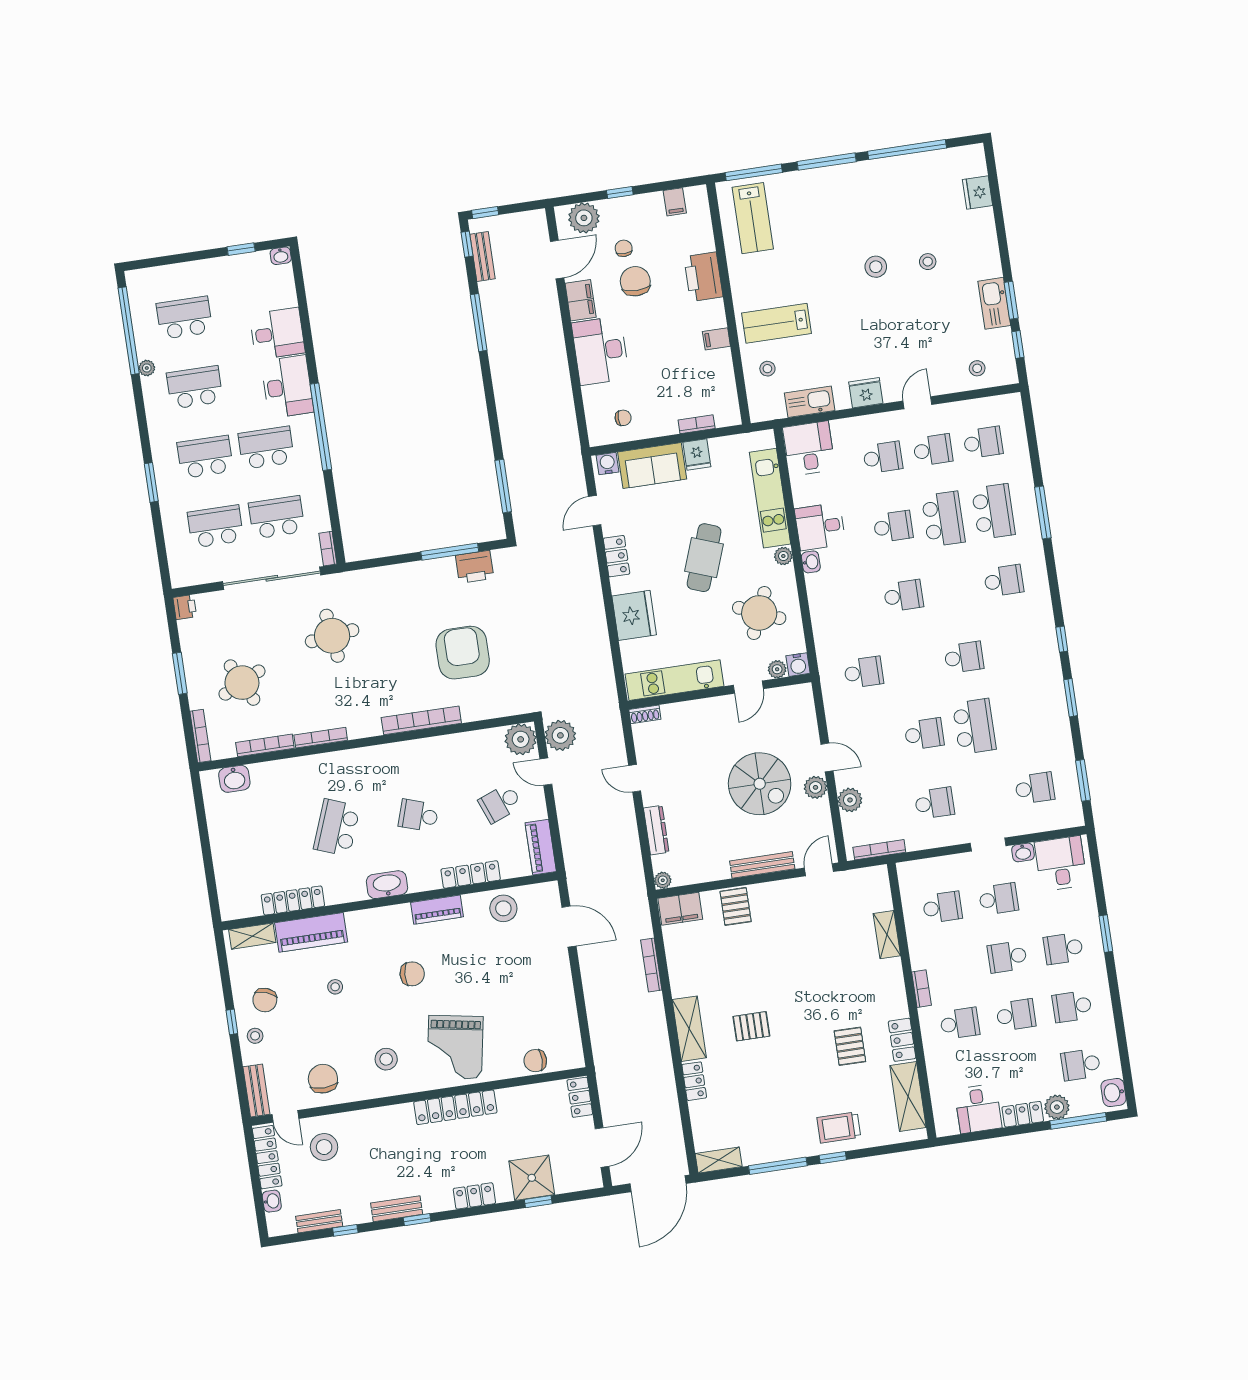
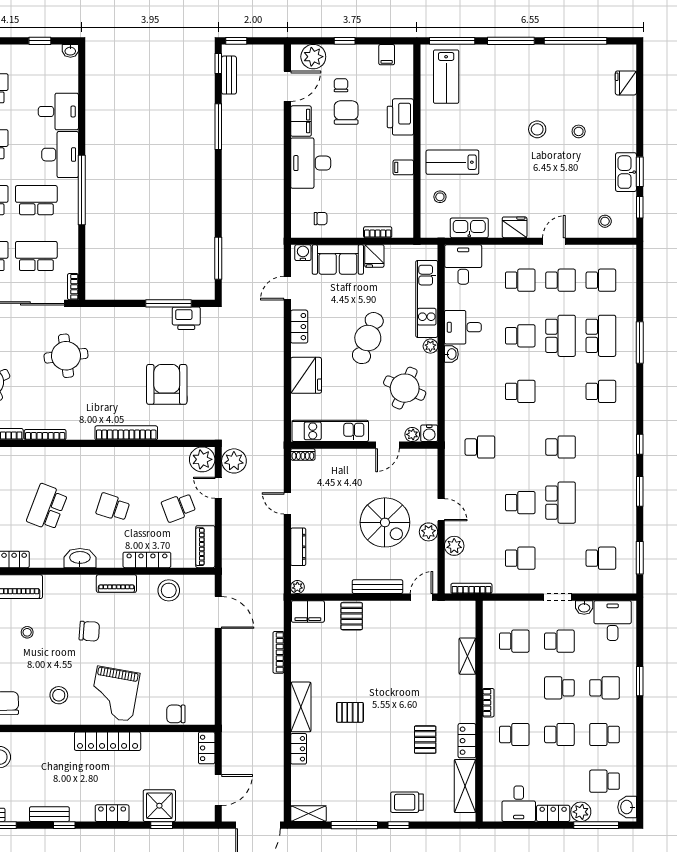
school desk: (1063, 949) -> (605, 688), turned 180

